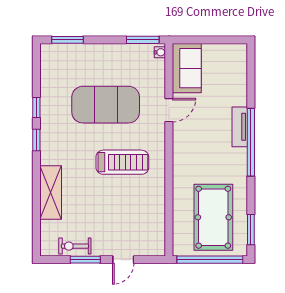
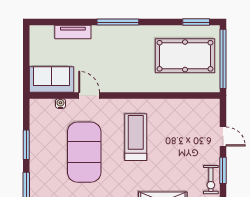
window: (143, 40) -> (26, 145), moved
water cooler: (160, 52) -> (60, 104), moved
tv unit: (240, 127) -> (73, 32), moved
window: (251, 142) -> (118, 22), width x0.68

